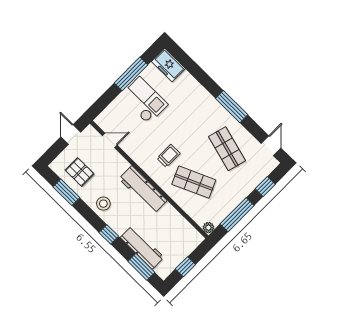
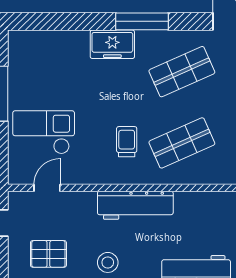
freezer: (168, 65) -> (112, 44), moved
checkout: (144, 100) -> (44, 132), moved
shop shelf: (227, 149) -> (182, 72), turned -39

